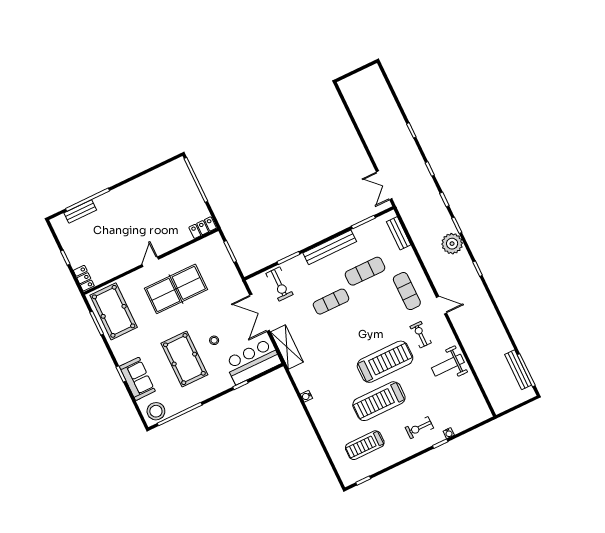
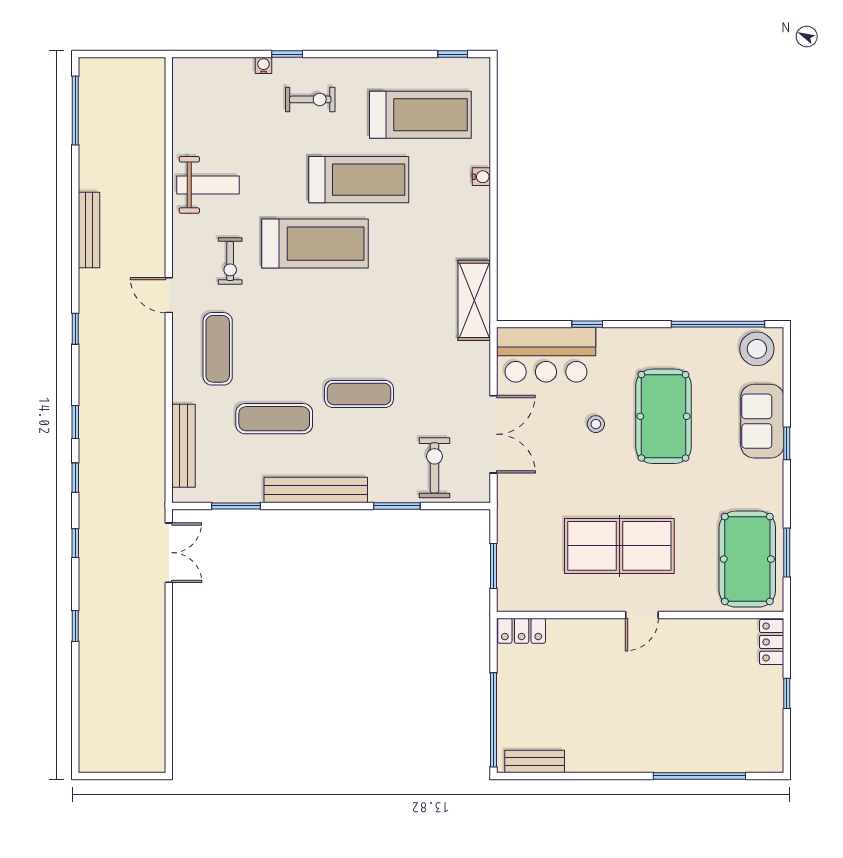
bench: (80, 211) -> (535, 761), moved
bench: (399, 233) -> (184, 446), width x1.36
plant: (452, 244) -> (99, 394), removed
shelving: (287, 347) -> (474, 300), moved
treadmill: (385, 362) -> (315, 244), turned 180
bench: (518, 370) -> (89, 230), moved
water cooler: (306, 396) -> (481, 177), moved
treadmill: (365, 445) -> (420, 115), width x1.37, depth x1.38

